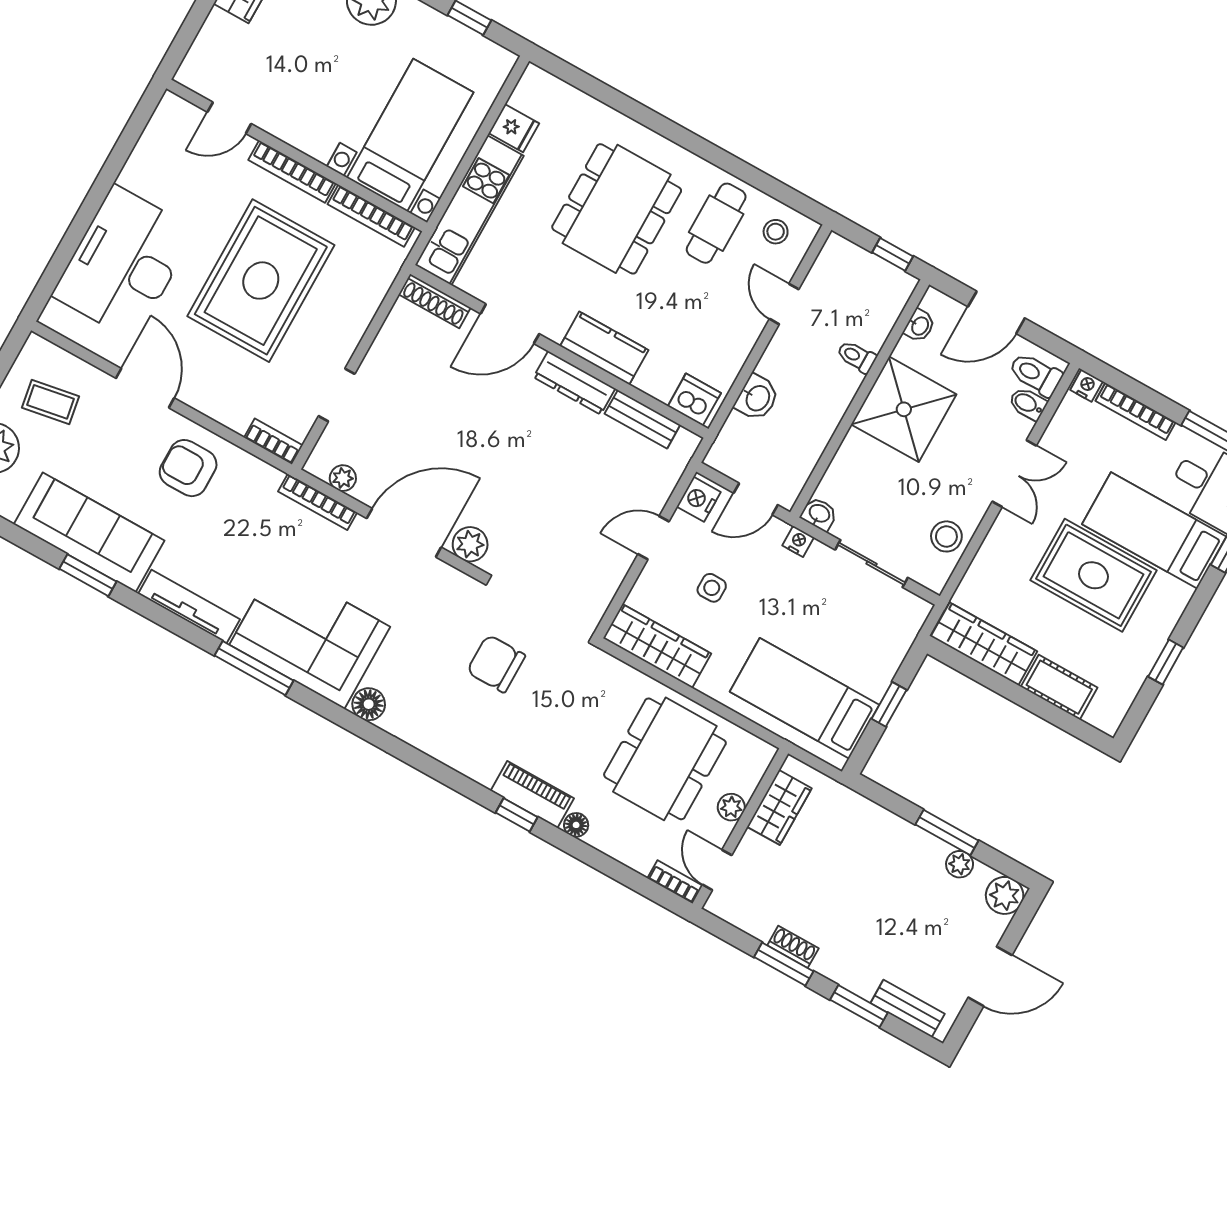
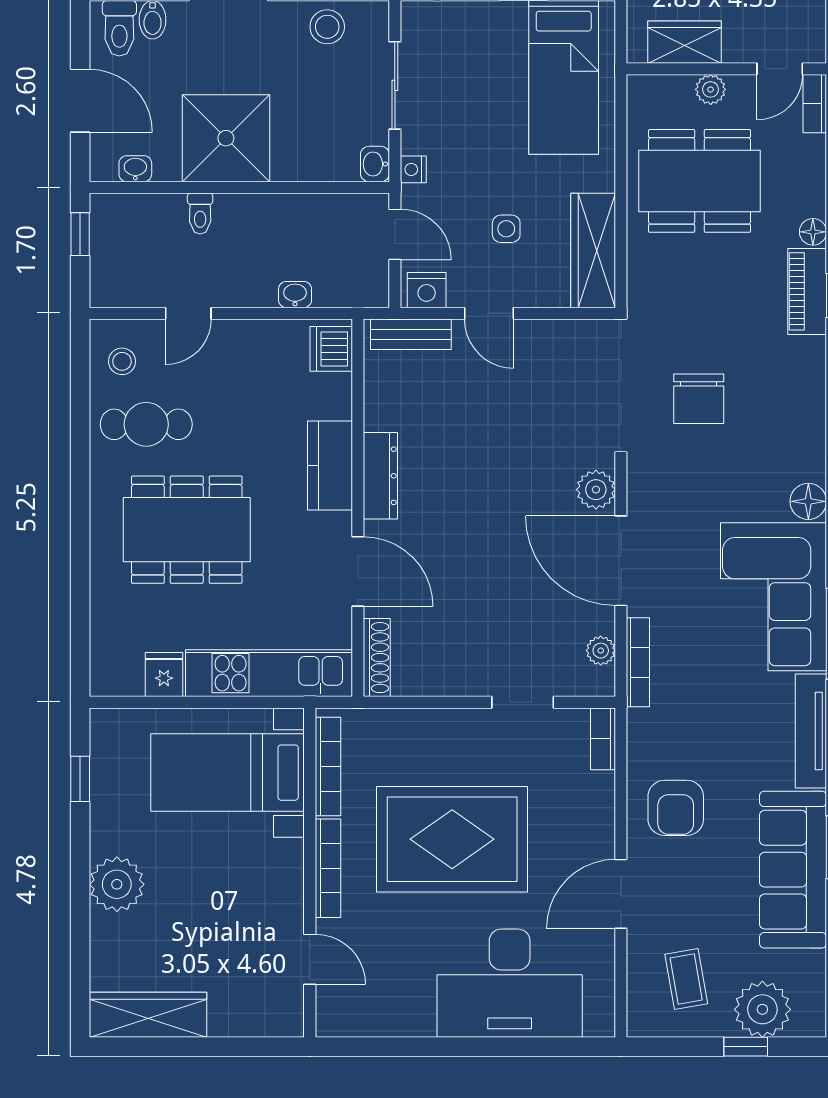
washbasin: (757, 398) -> (295, 295), width x0.72, depth x0.69
bench: (642, 419) -> (411, 334), moved, turned 90

